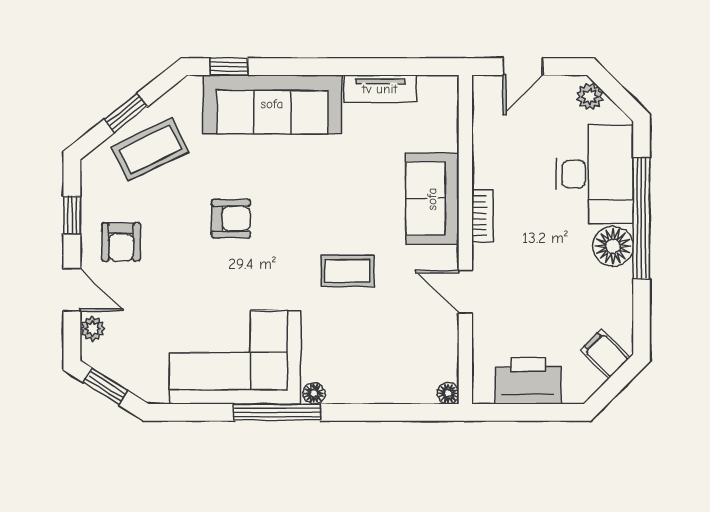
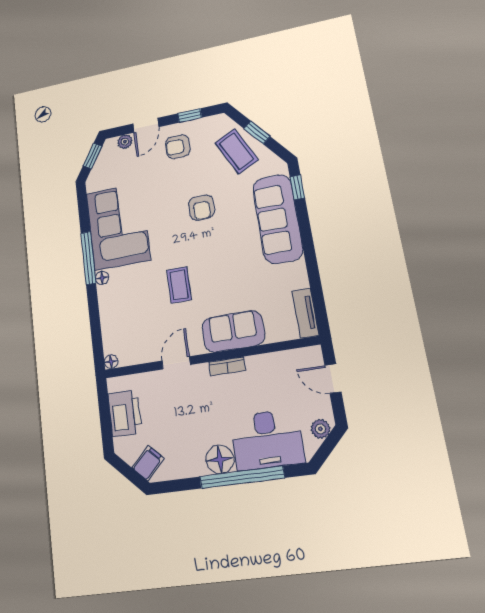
tv unit: (380, 89) -> (305, 313), moved

